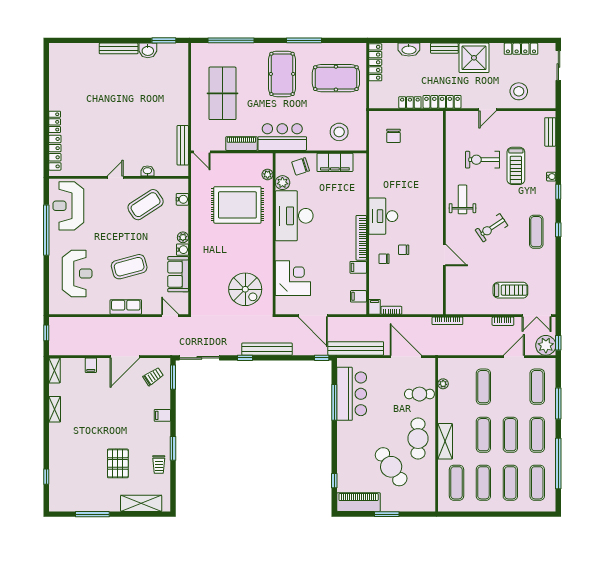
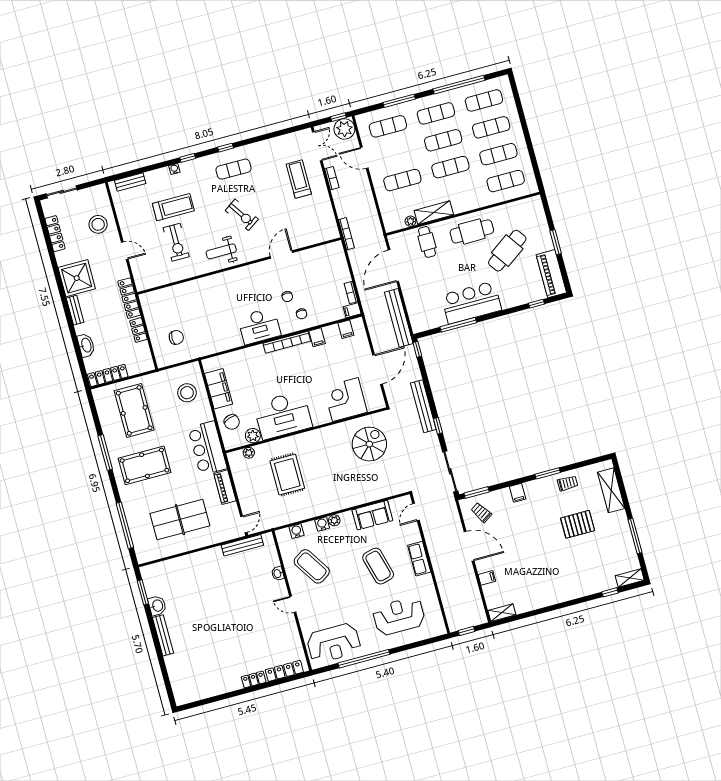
rug: (237, 205) -> (287, 475), width x0.73, depth x0.69
water cooler: (183, 250) -> (322, 524), moved
bar counter: (352, 394) -> (471, 303), moved
shelving: (55, 409) -> (630, 578), moved
shelving: (445, 441) -> (434, 213), moved

